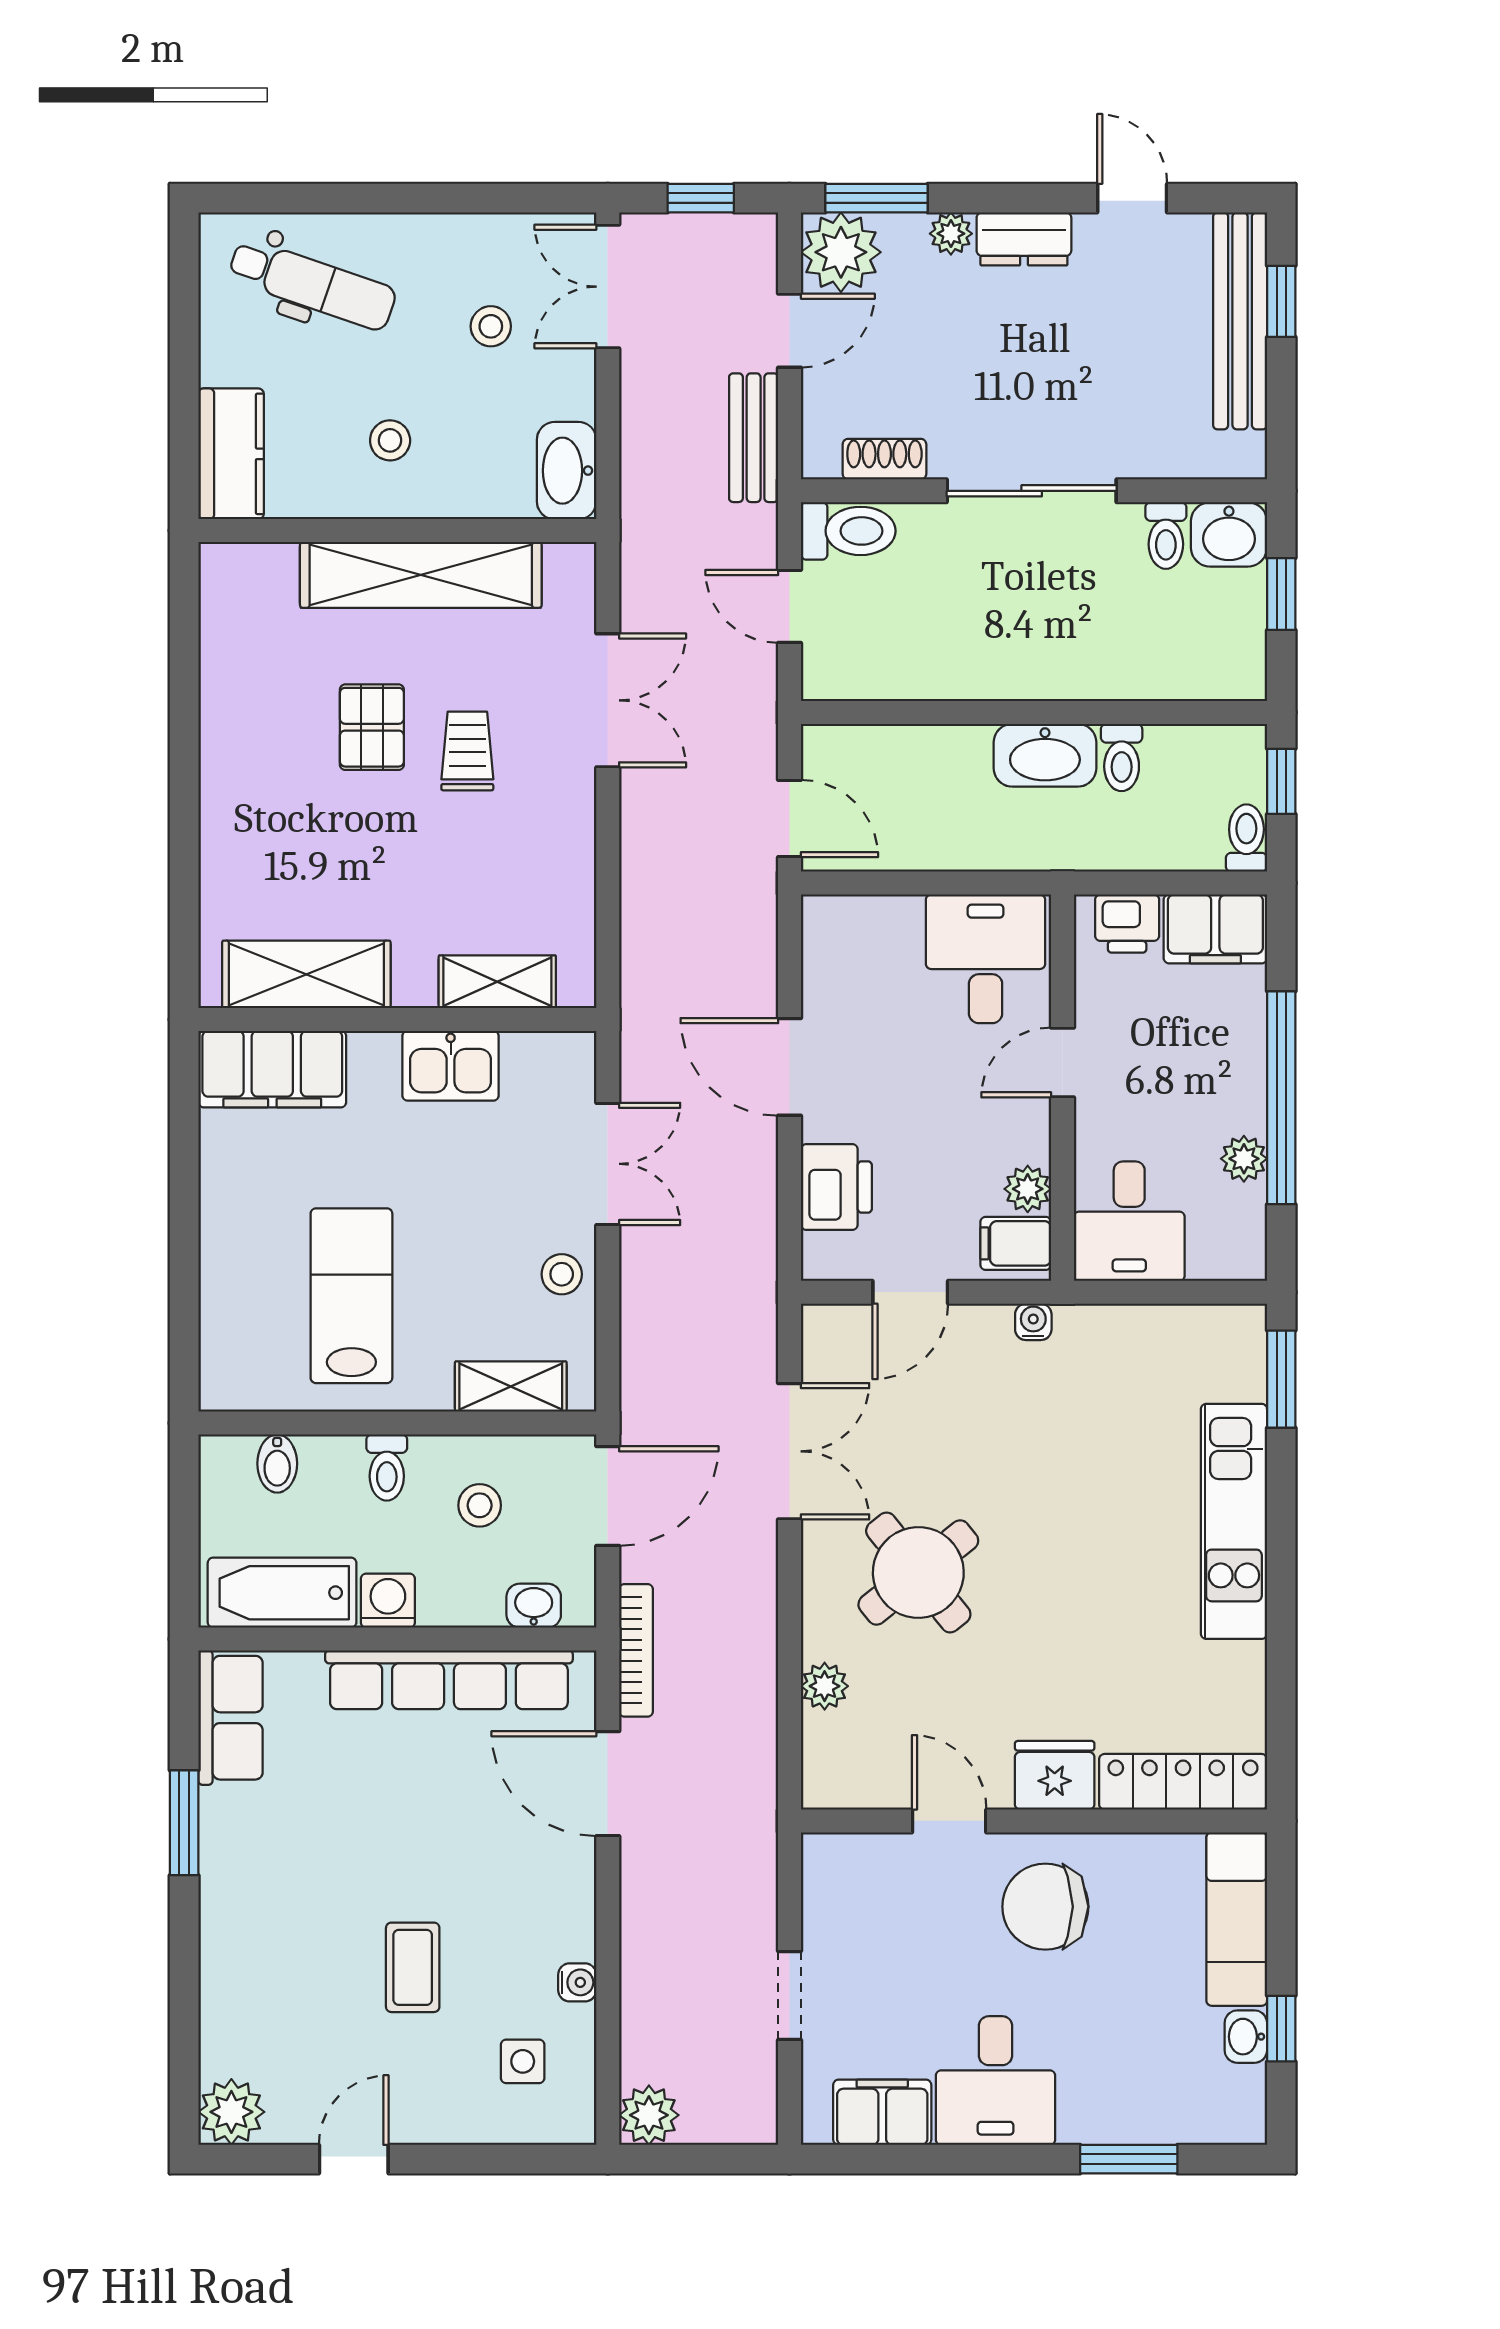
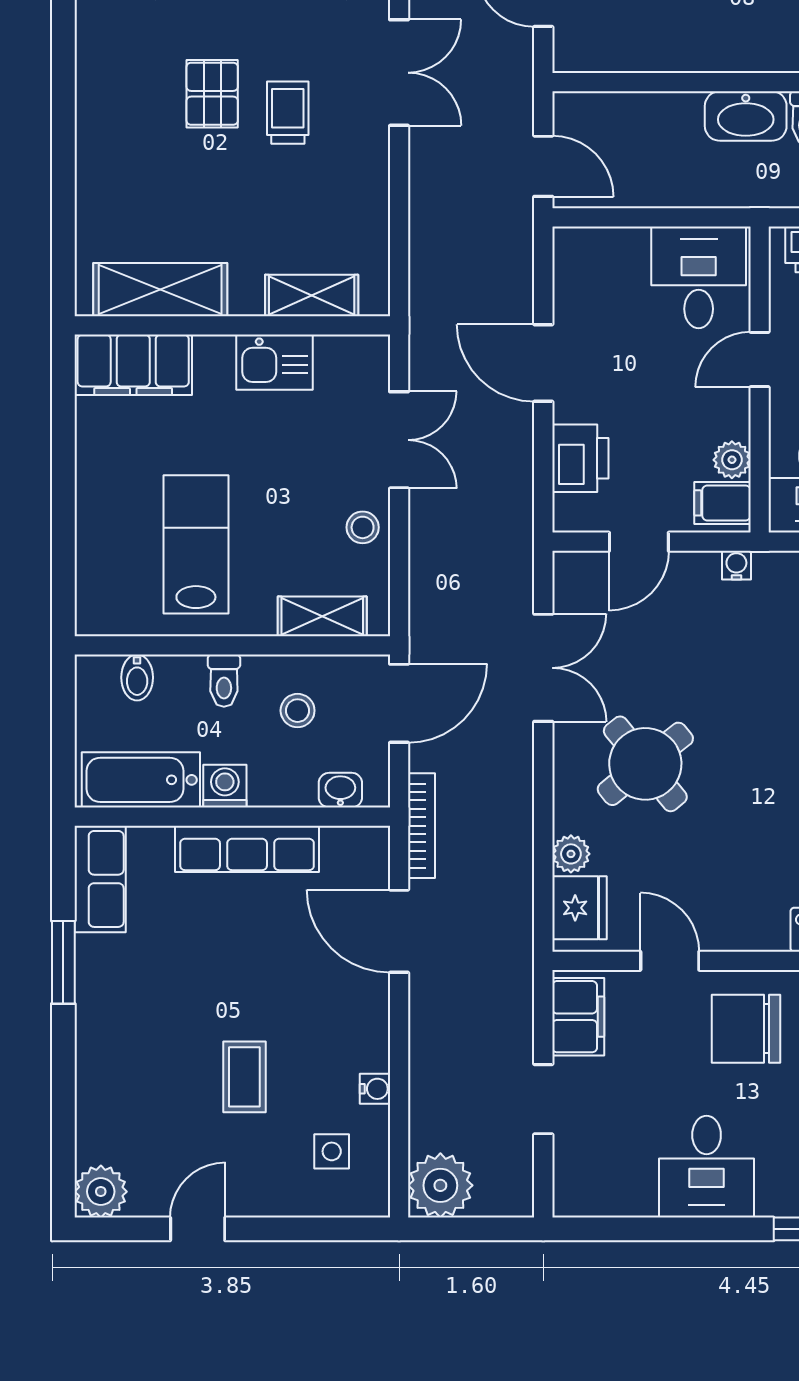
row of seats: (449, 1680) -> (247, 849), width x0.73
fridge: (1055, 1775) -> (579, 908), moved, turned 90
filing cabinet: (882, 2112) -> (578, 1017), moved, turned 90
plant: (649, 2115) -> (440, 1185), width x1.36, depth x1.36

